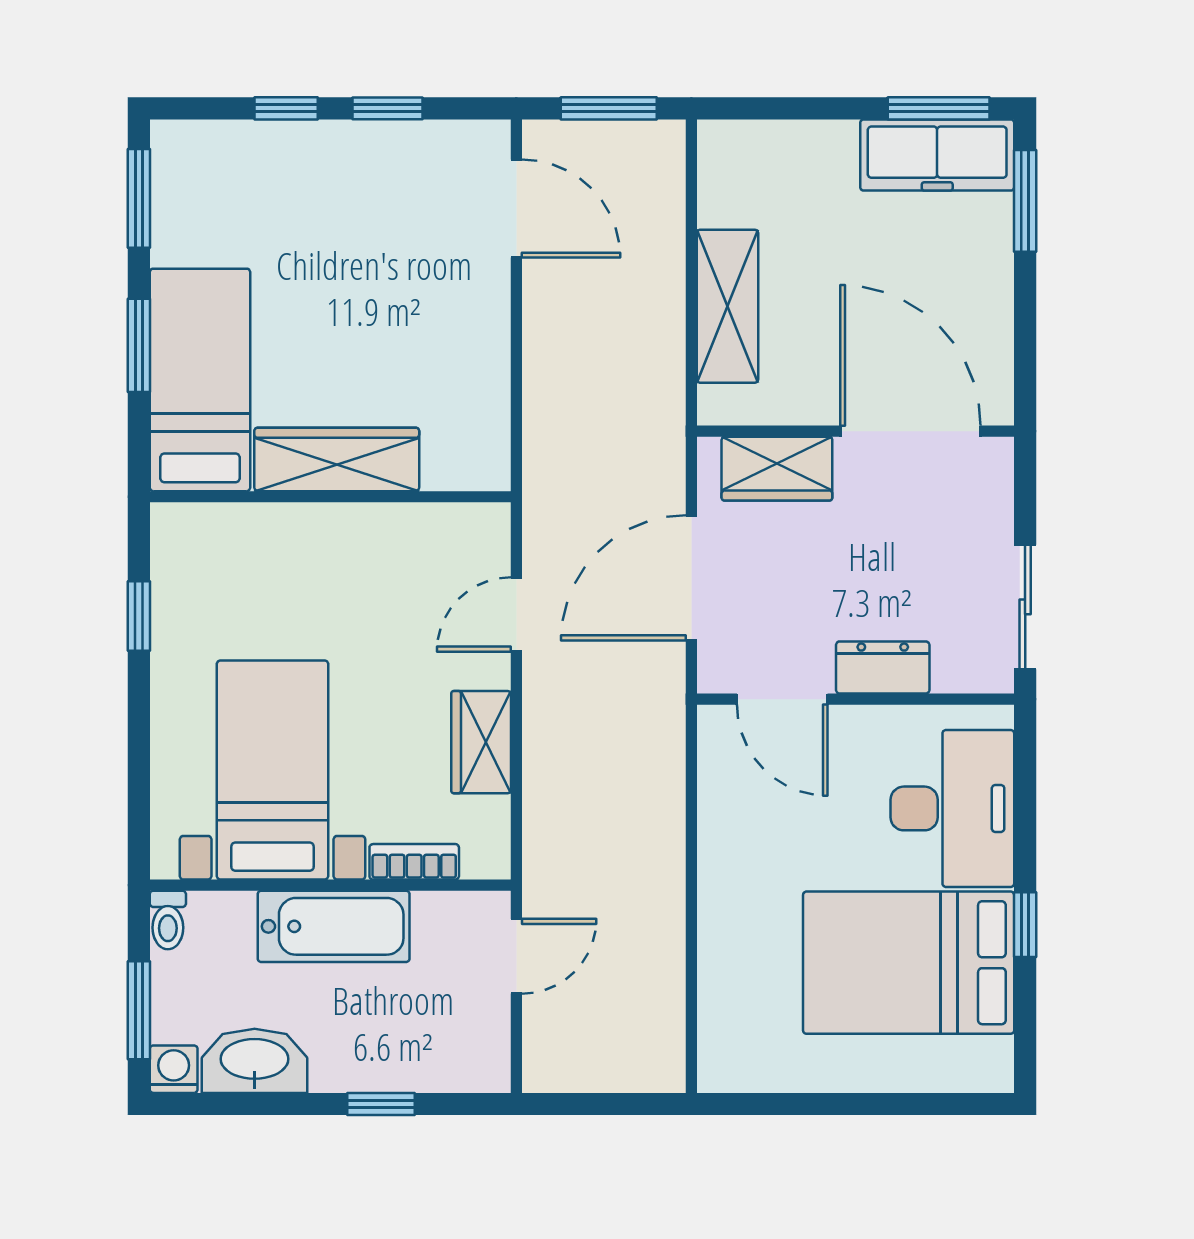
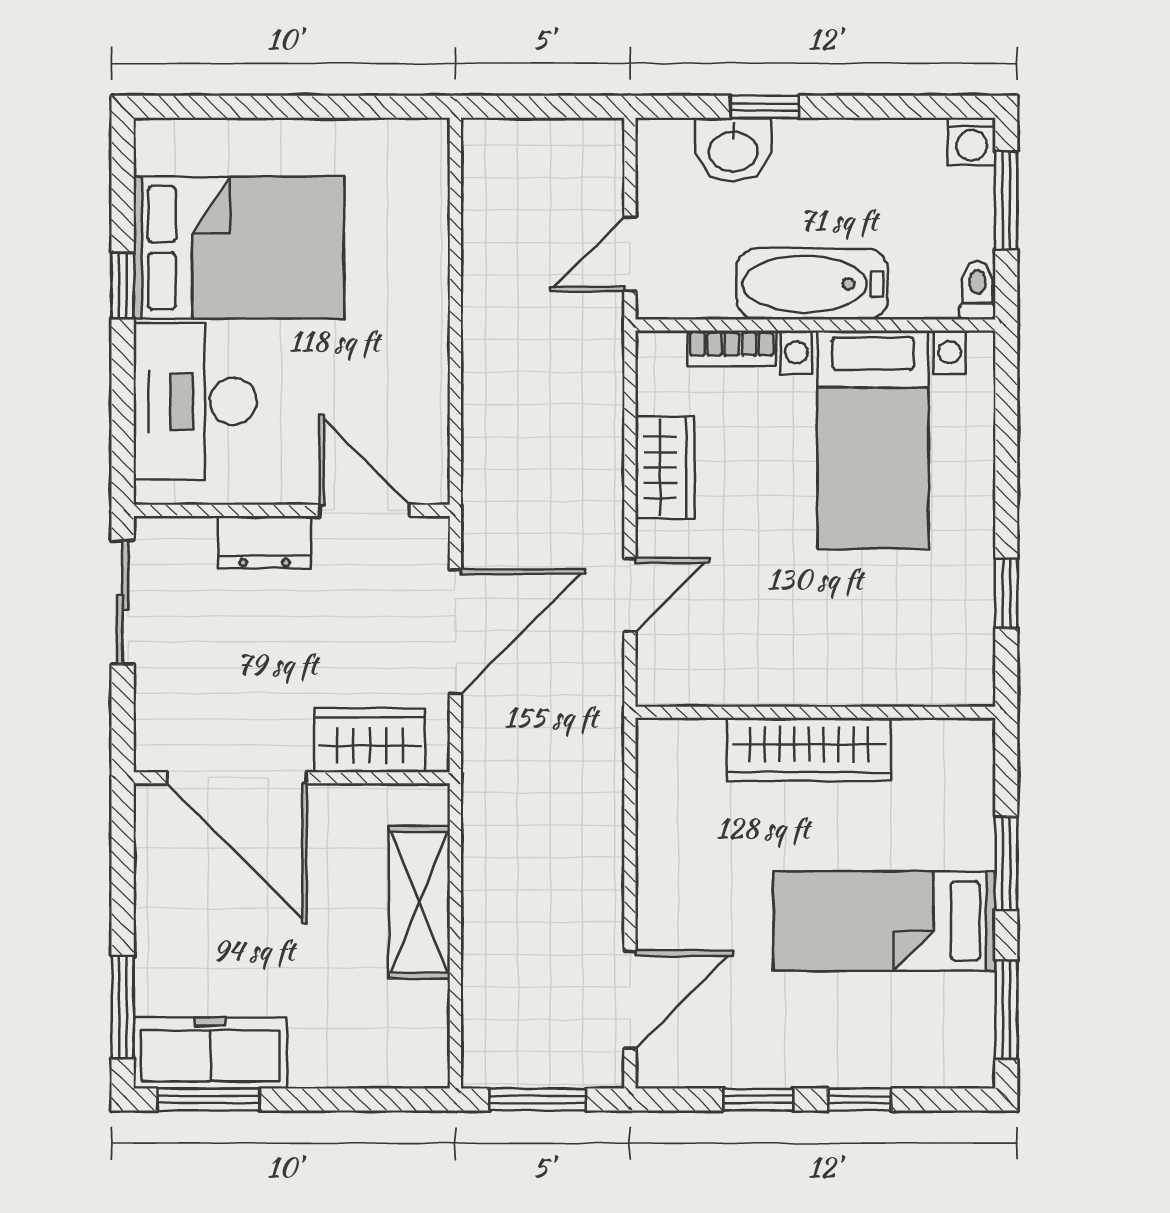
door: (516, 209) -> (630, 1000), swing flipped
bed: (200, 380) -> (884, 921), moved, turned 90
washbasin: (255, 1061) -> (733, 150), moved, width x0.72

